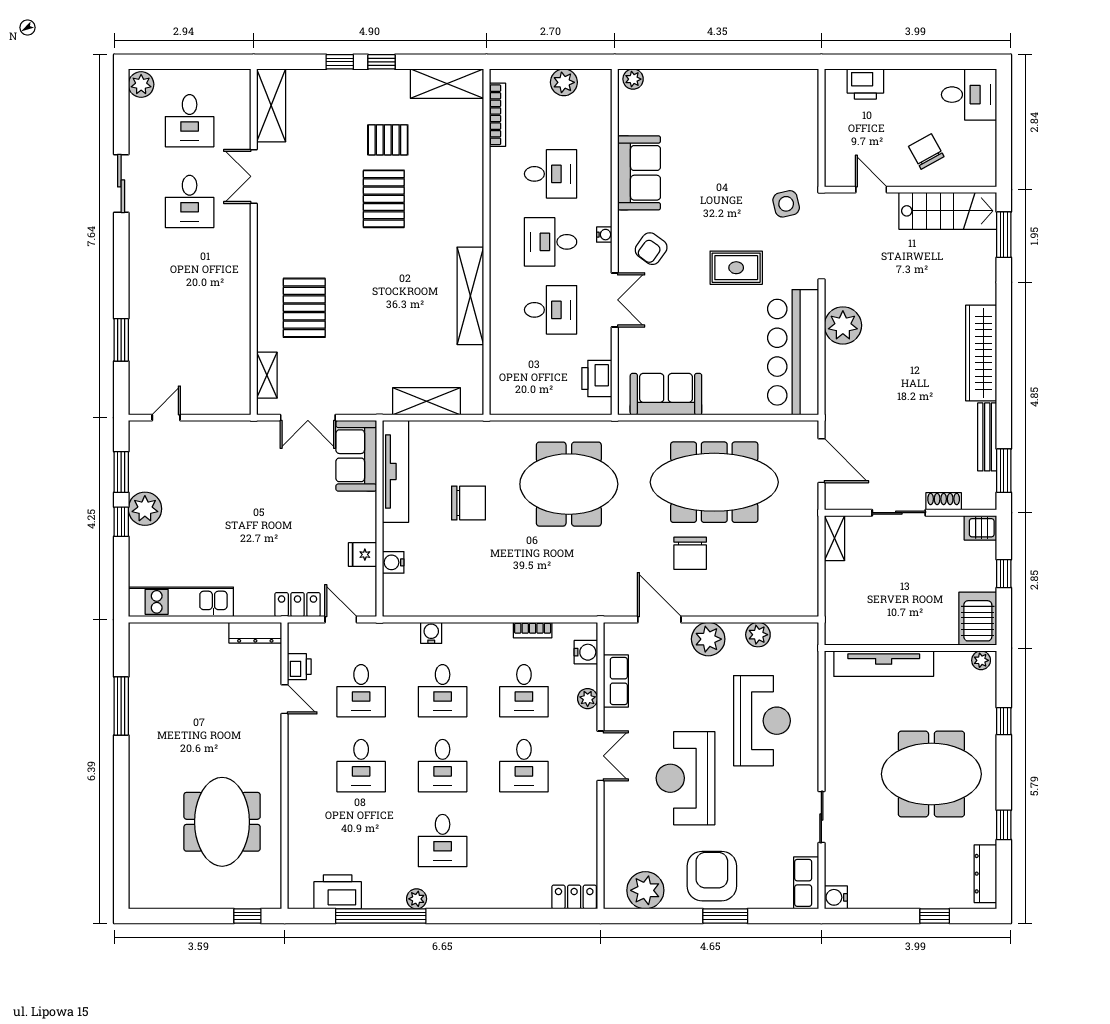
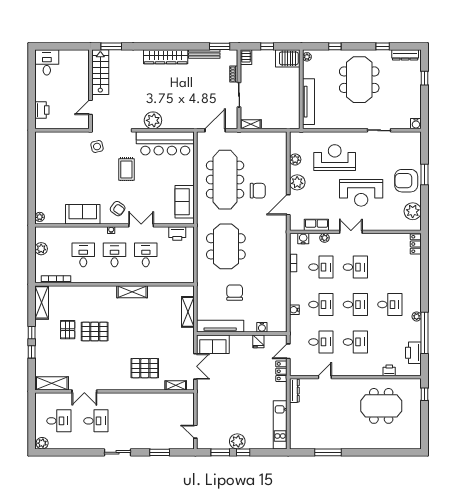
chair: (926, 152) -> (73, 82), removed
sliding door: (121, 183) -> (117, 452), moved
desk: (551, 242) -> (115, 255), turned 180
shelving: (470, 296) -> (132, 292), width x0.68
printer: (299, 667) -> (389, 370), moved
row of seats: (806, 883) -> (409, 137), removed

